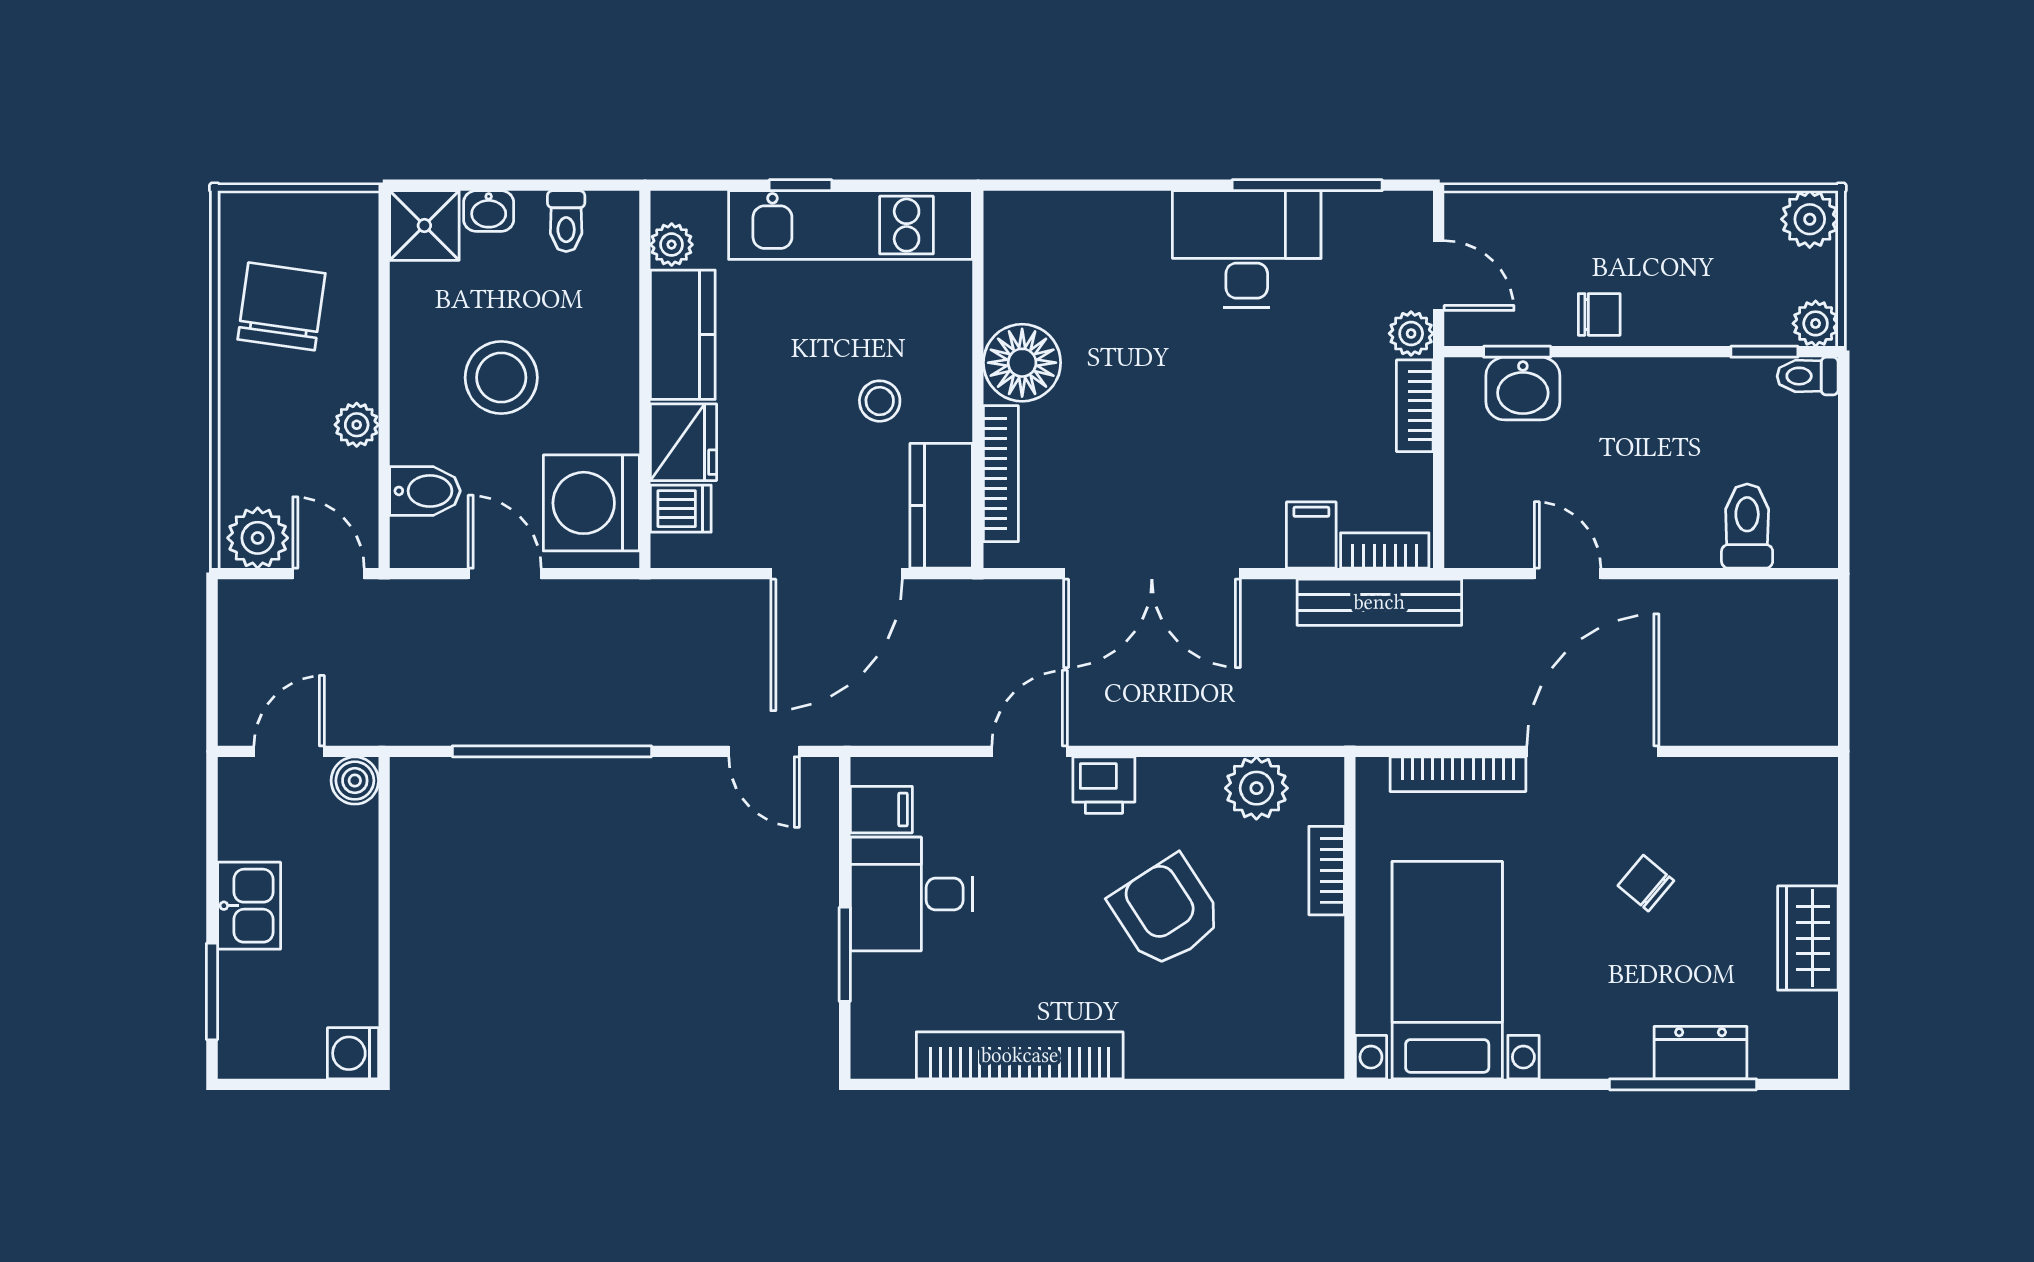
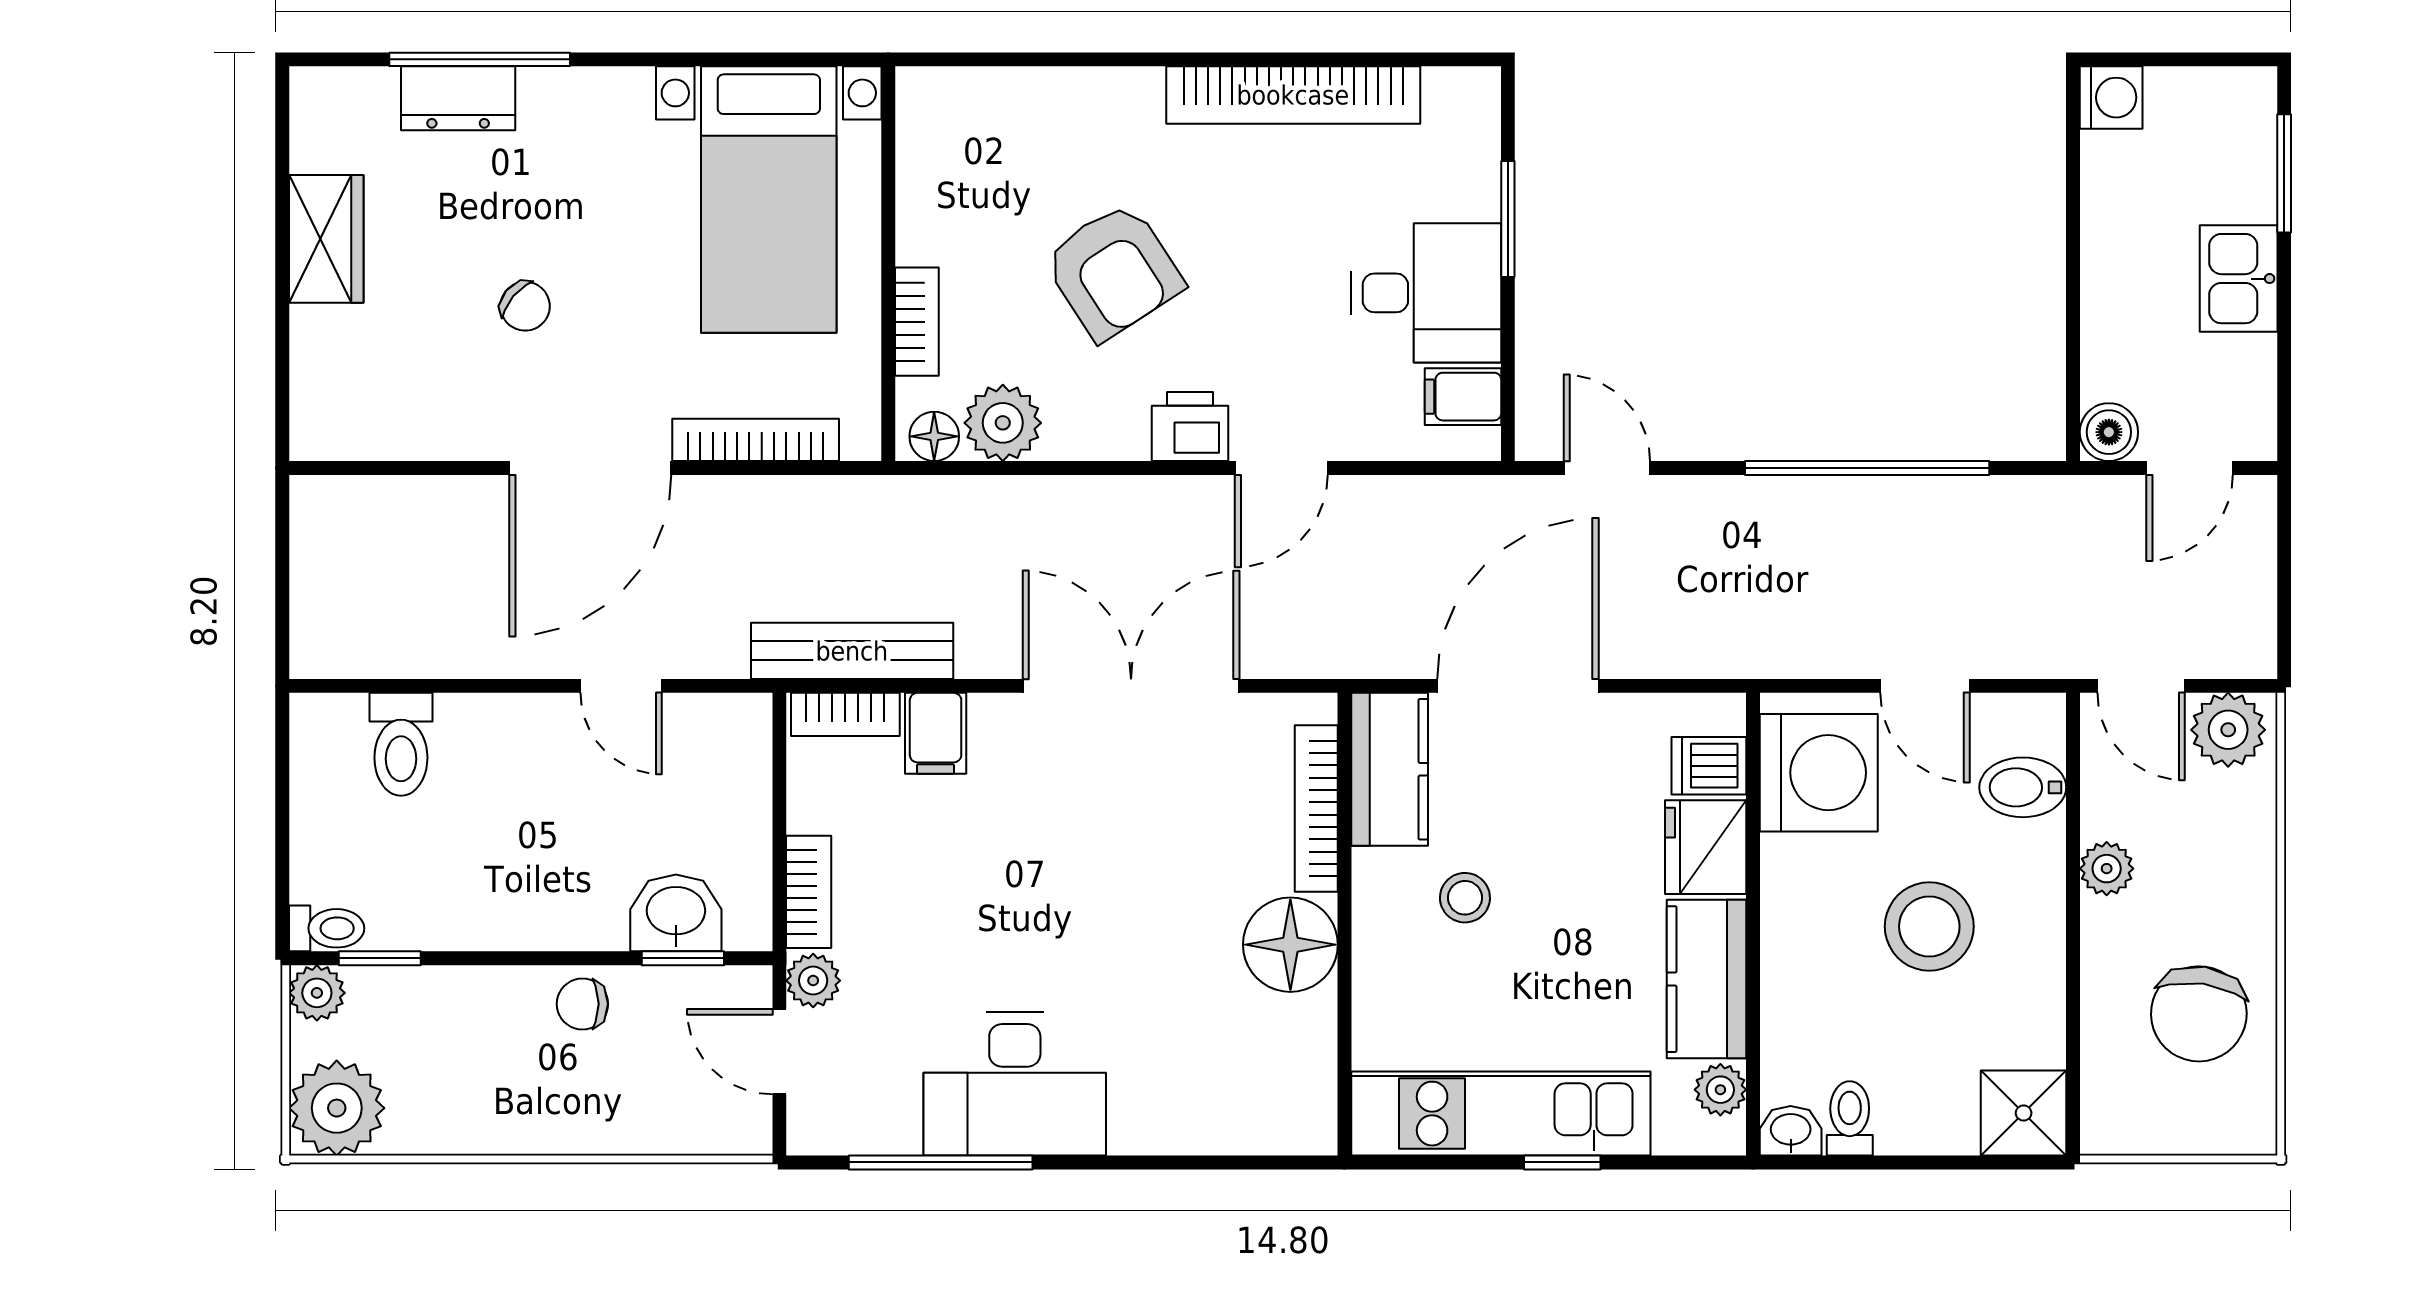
washbasin: (489, 211) -> (1791, 1131), moved
plant: (1810, 219) -> (337, 1108), width x1.36, depth x1.36
floor lamp: (1312, 777) -> (934, 436), added

